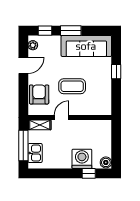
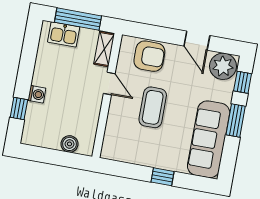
plant: (33, 45) -> (223, 66), width x1.88, depth x1.88
washing machine: (82, 159) -> (37, 94), width x0.53, depth x0.53
boiler: (106, 162) -> (70, 144), moved

